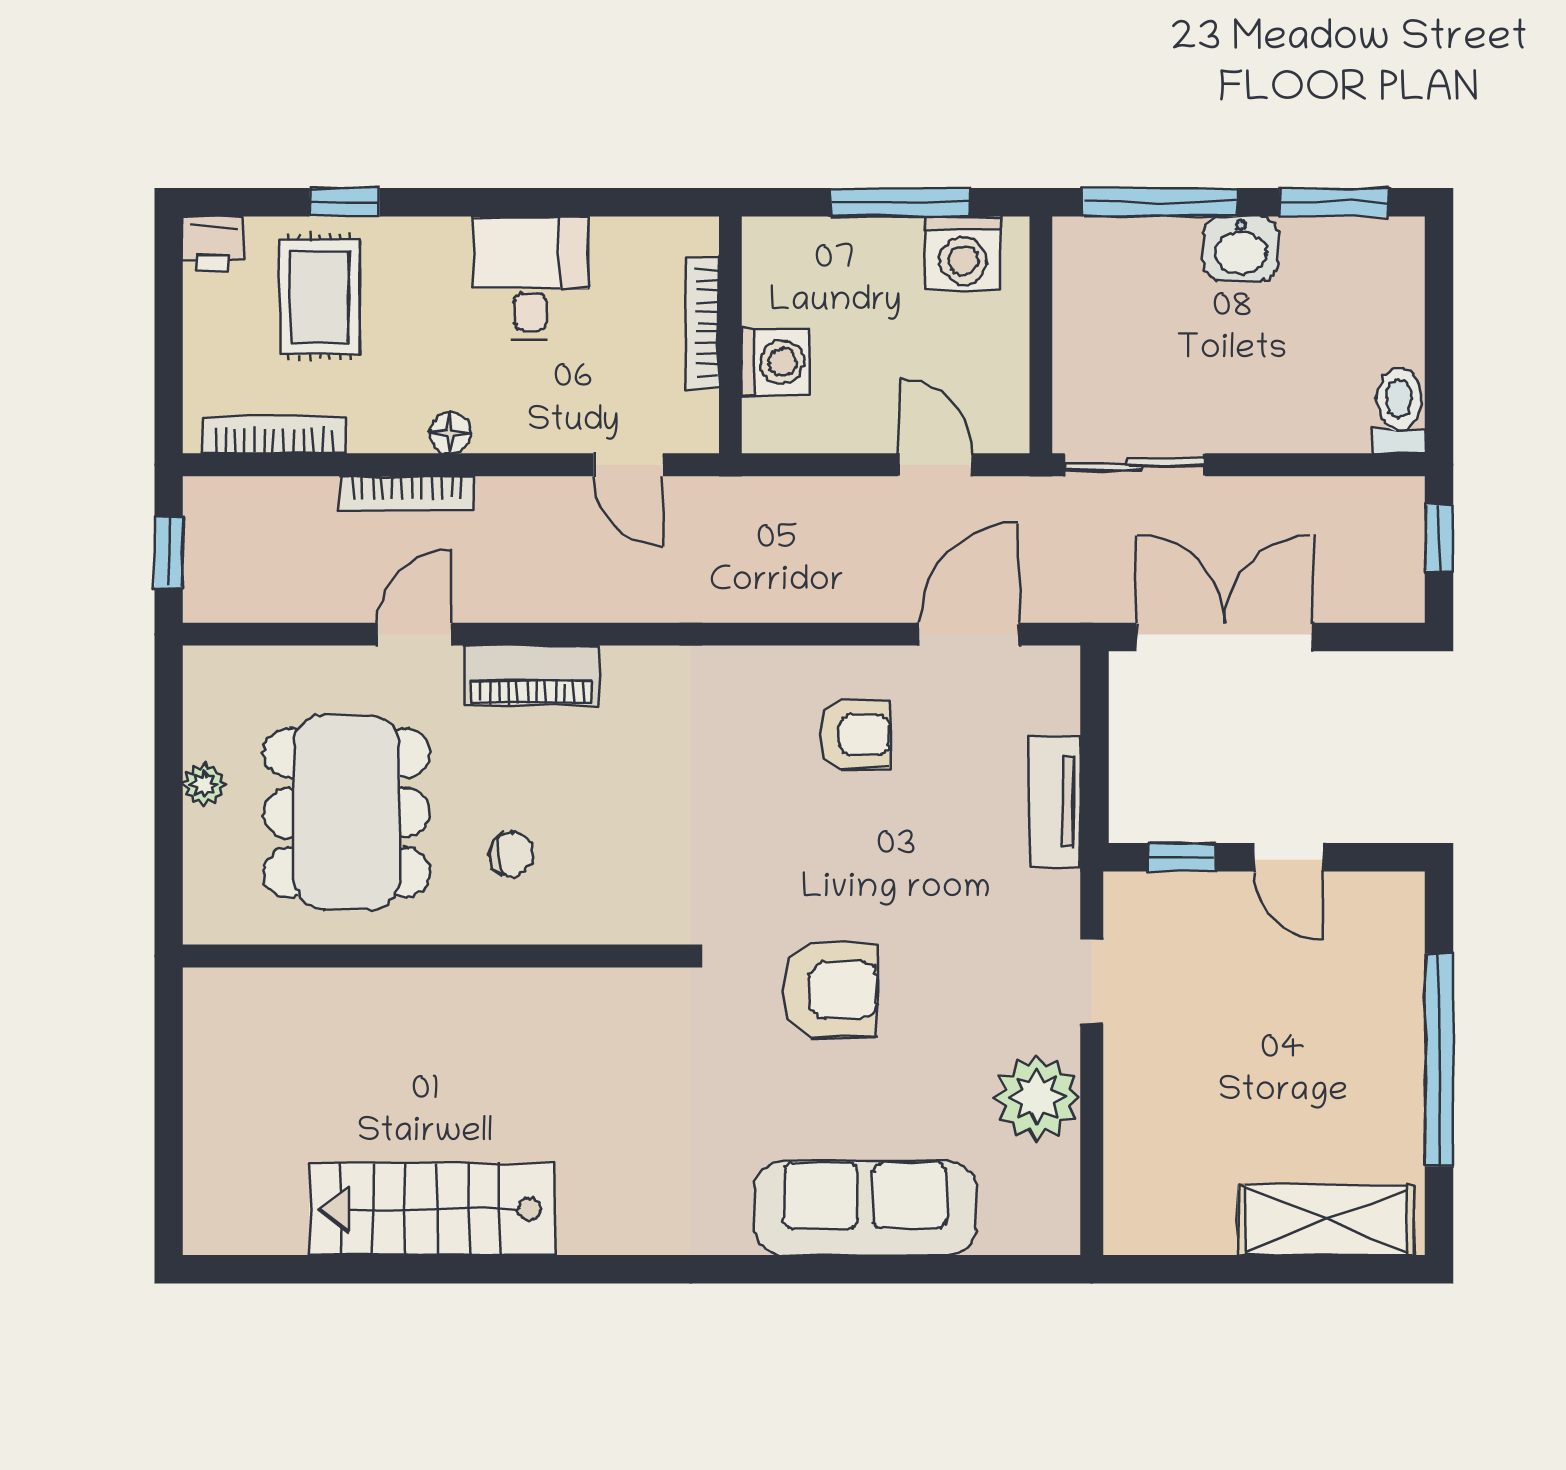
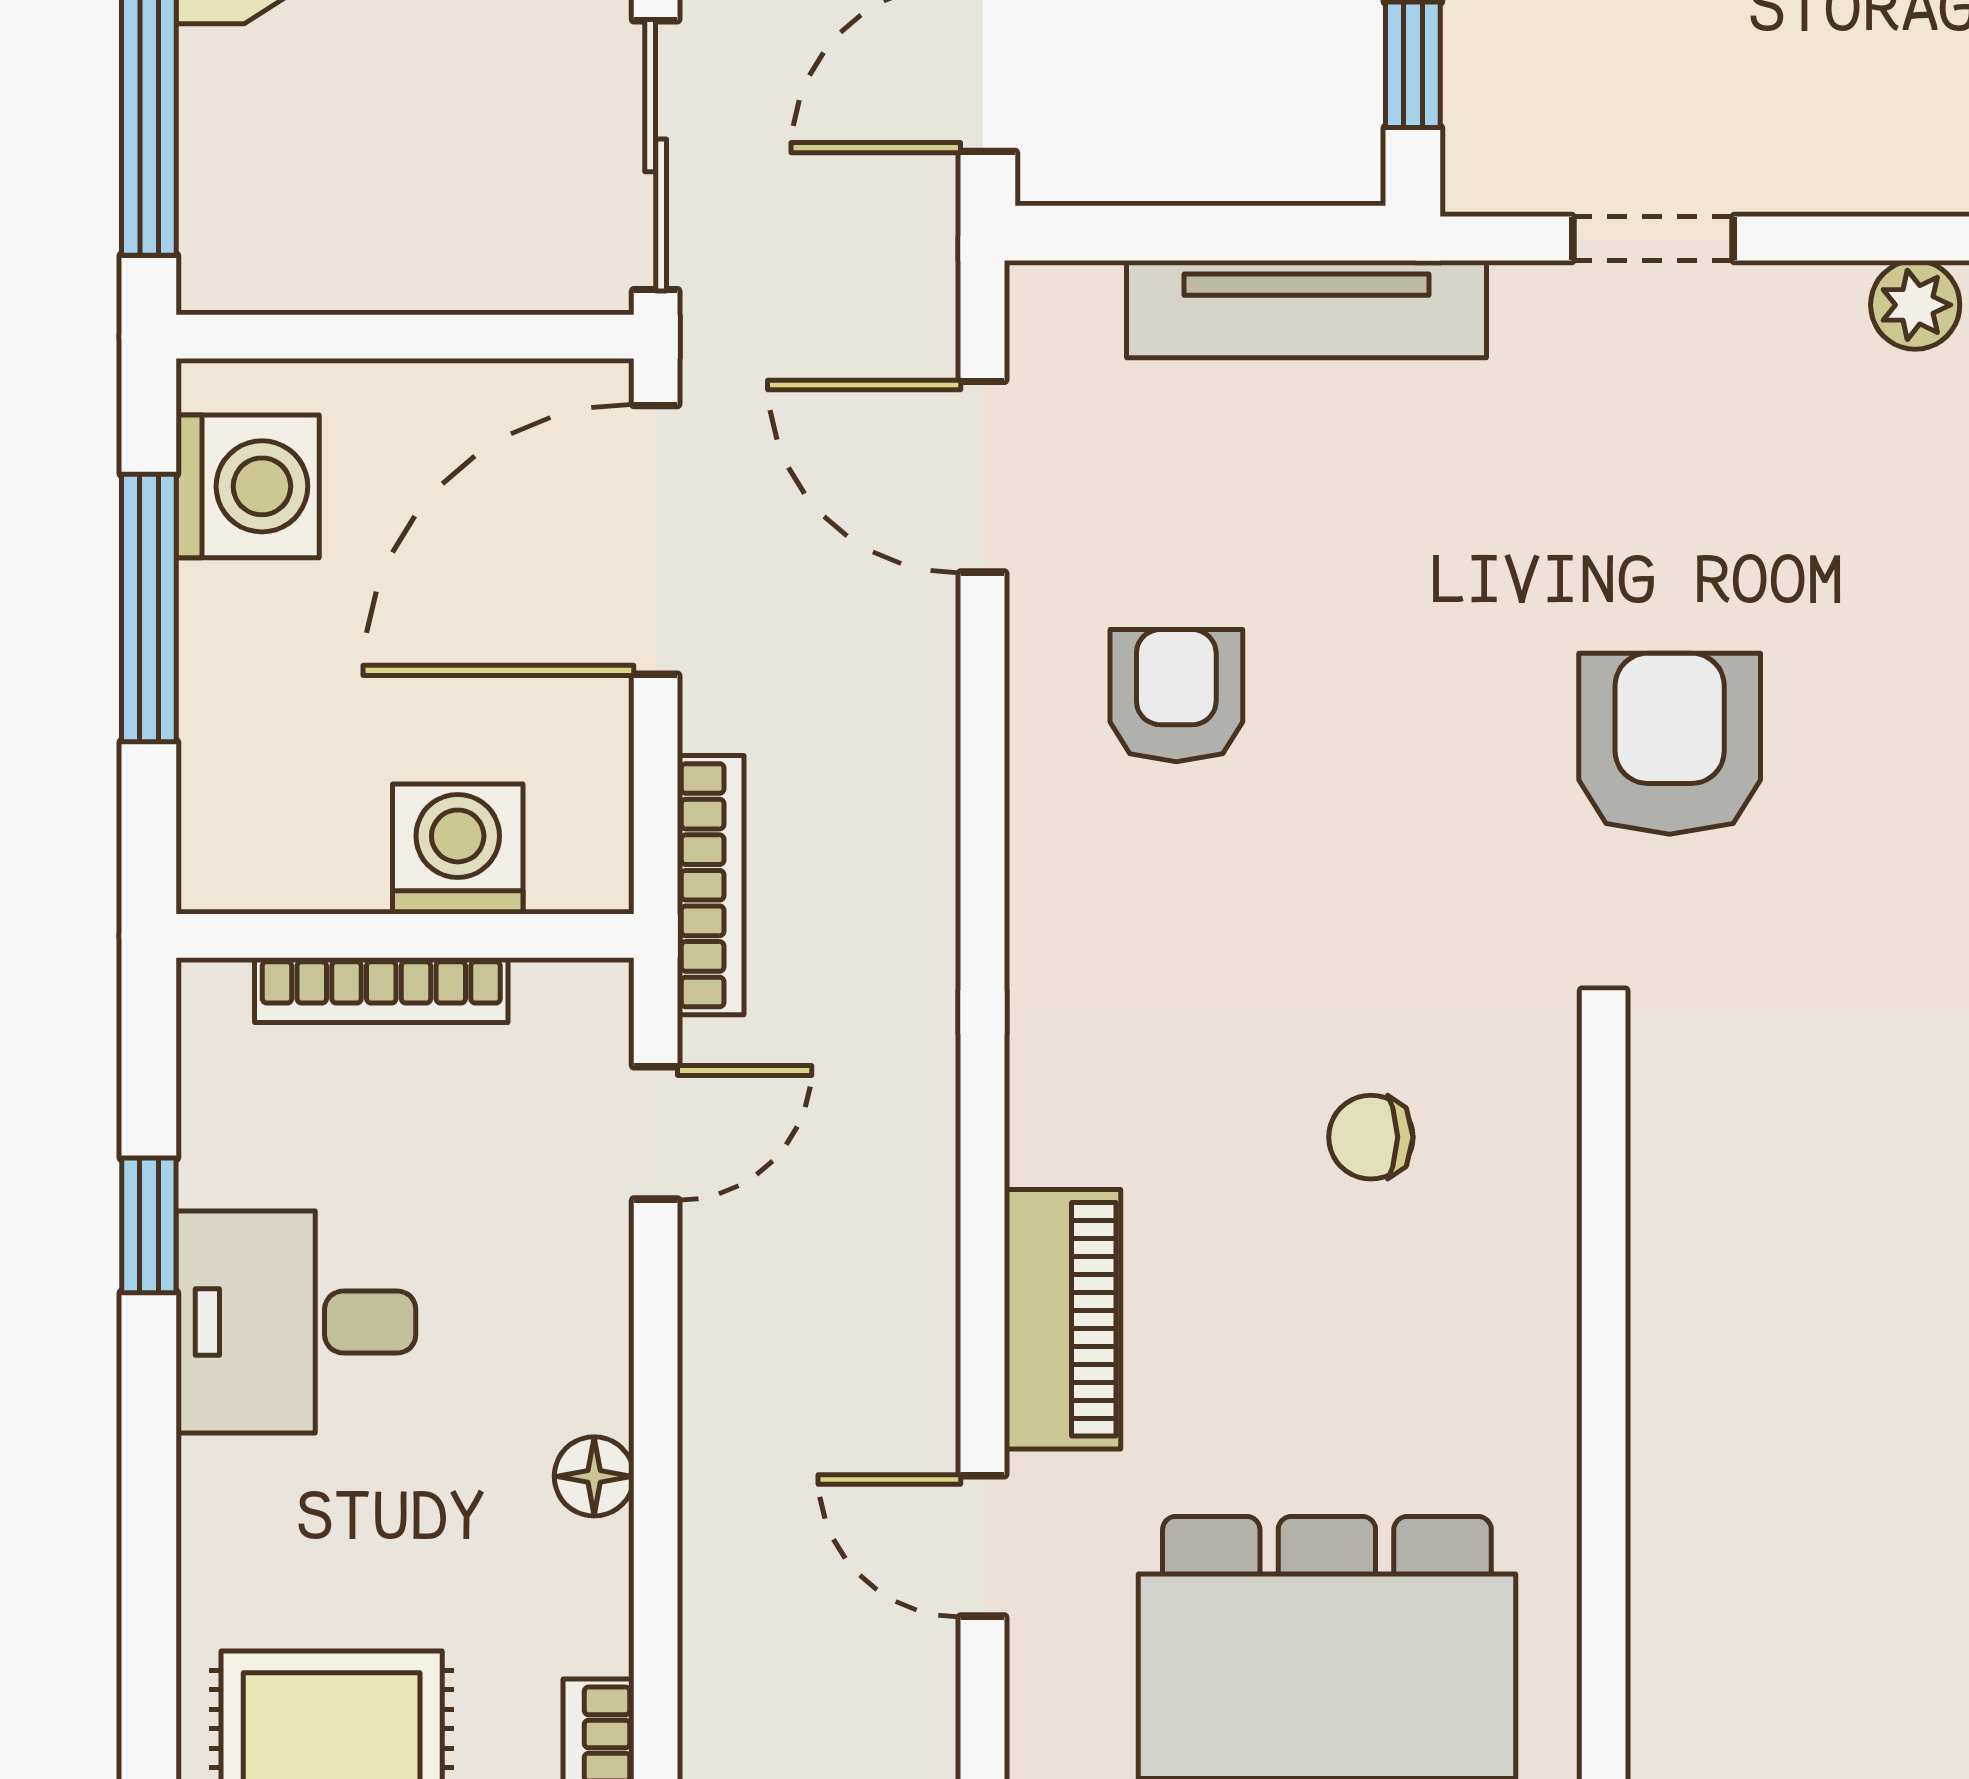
window: (344, 202) -> (149, 1225), moved
door: (936, 465) -> (656, 540), width x1.87
bookcase: (407, 493) -> (711, 885), moved
tv unit: (1055, 802) -> (1306, 309), width x1.41
chair: (511, 854) -> (1371, 1137), moved, turned -90
plant: (1037, 1097) -> (1915, 305), width x0.53, depth x0.53

